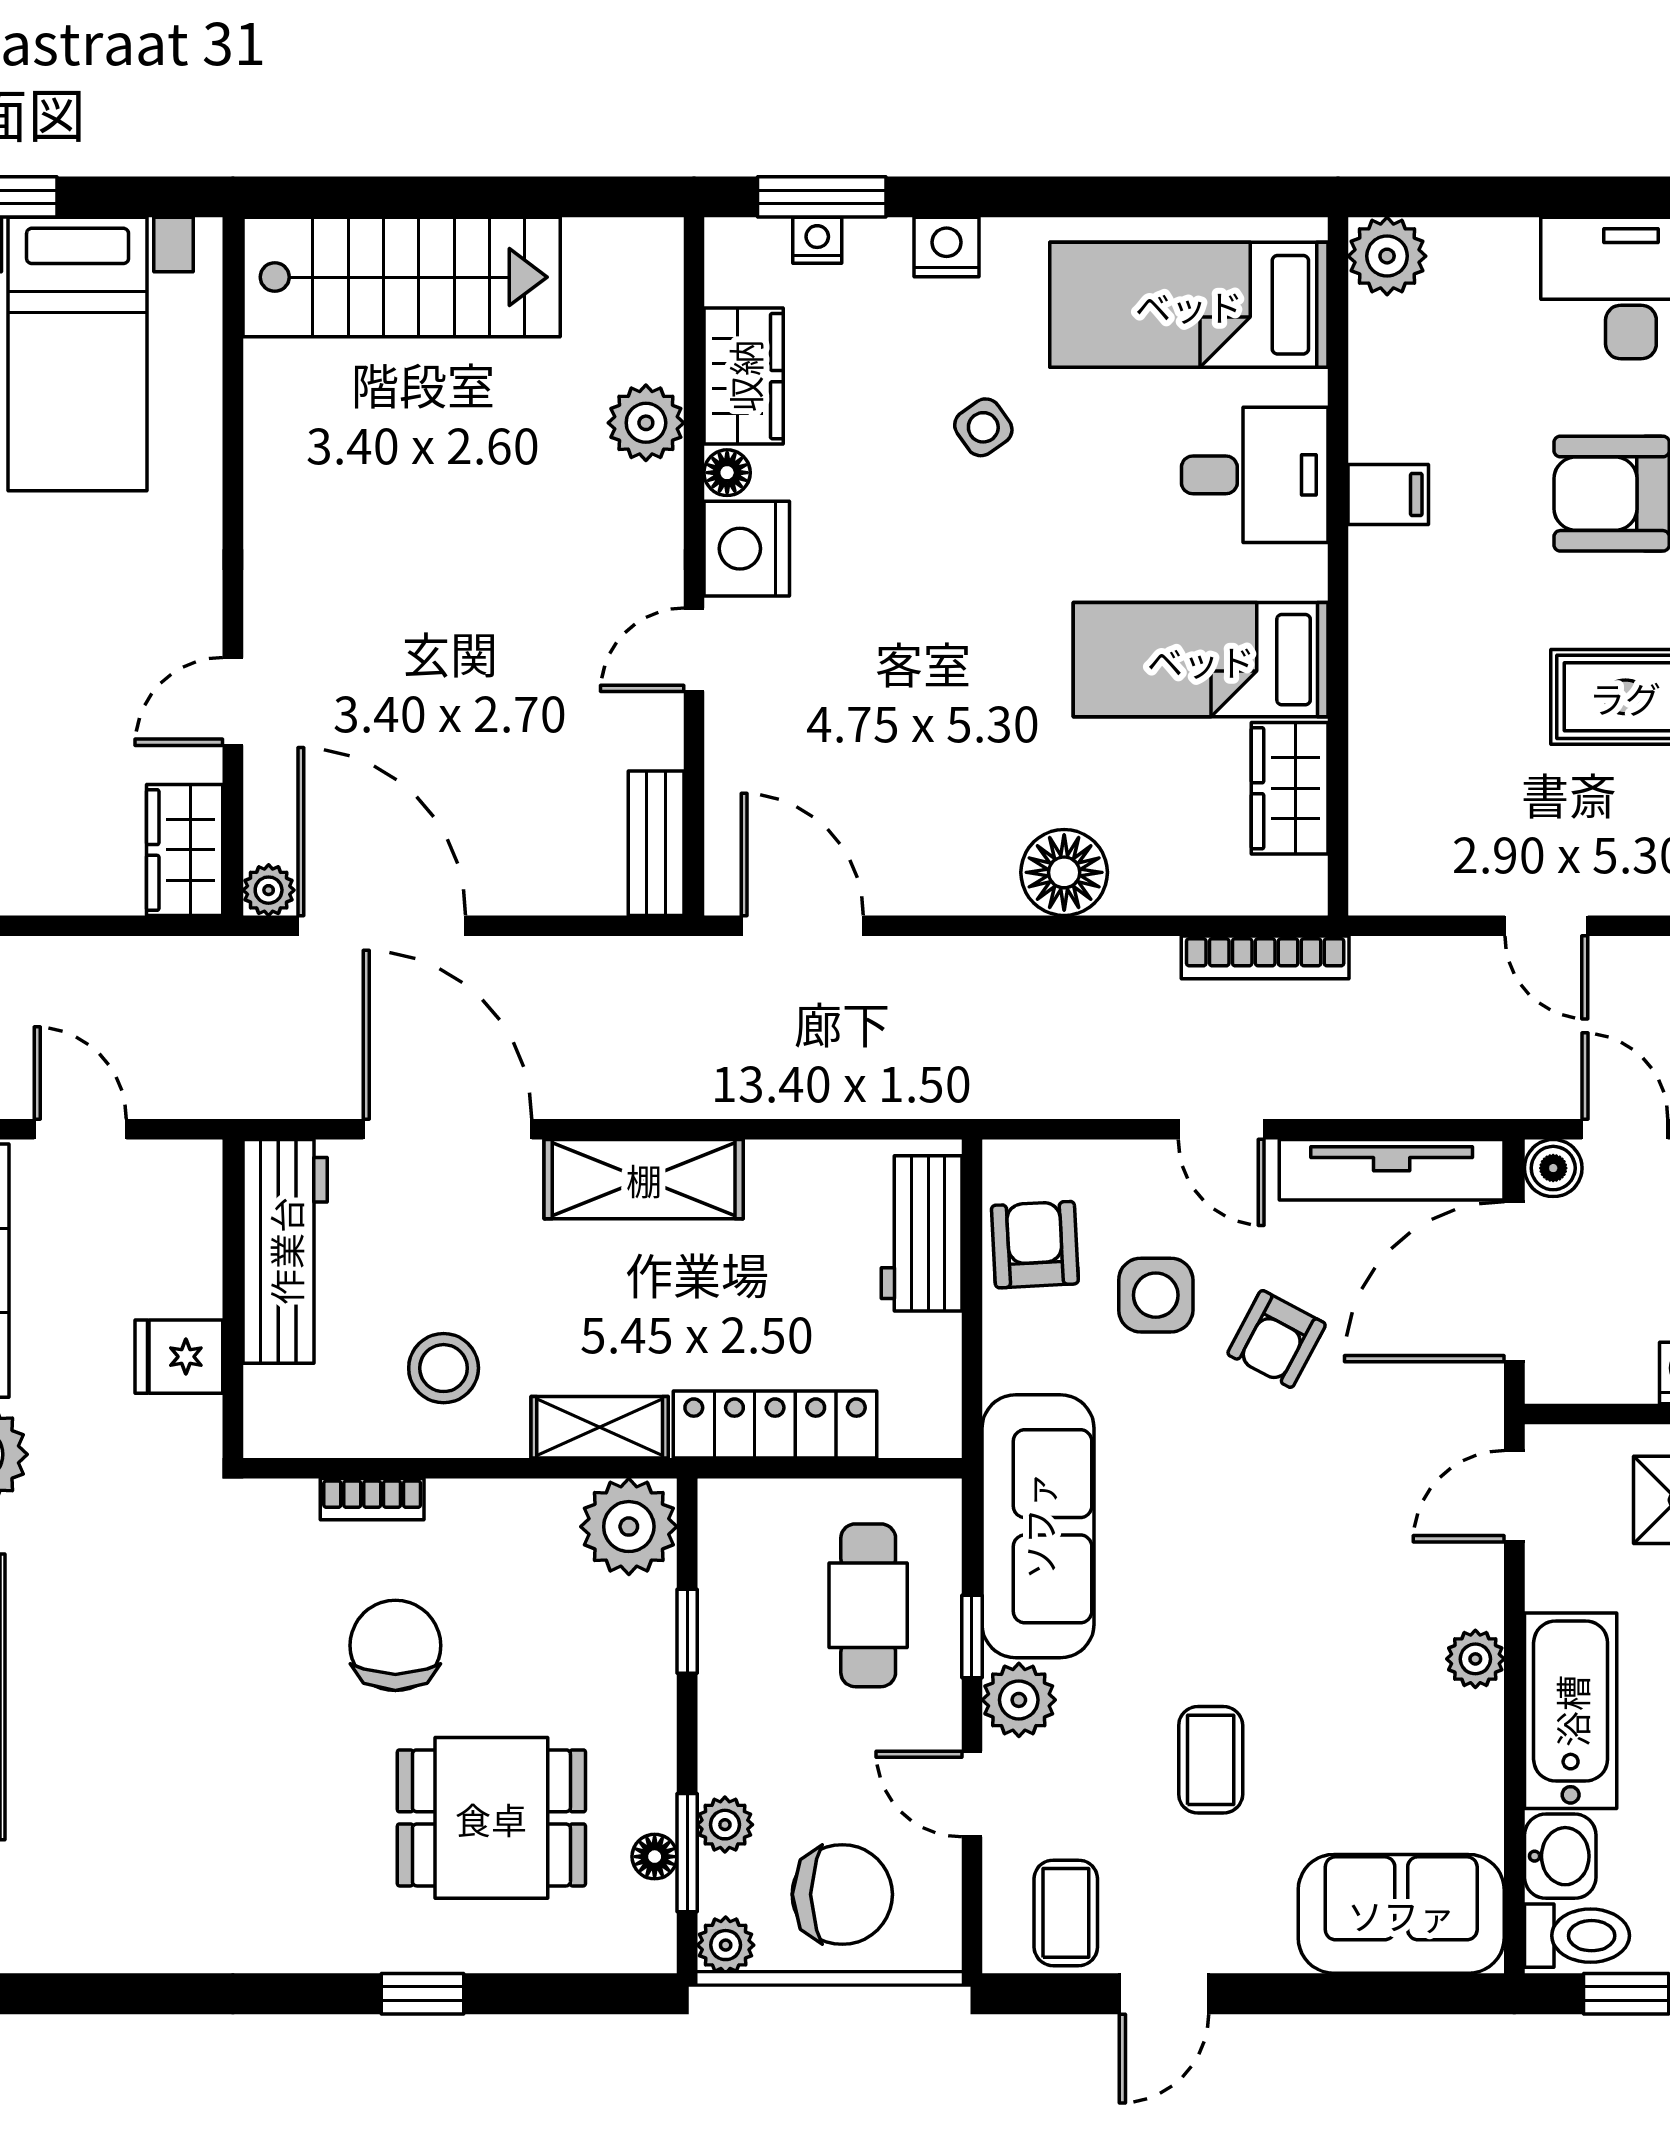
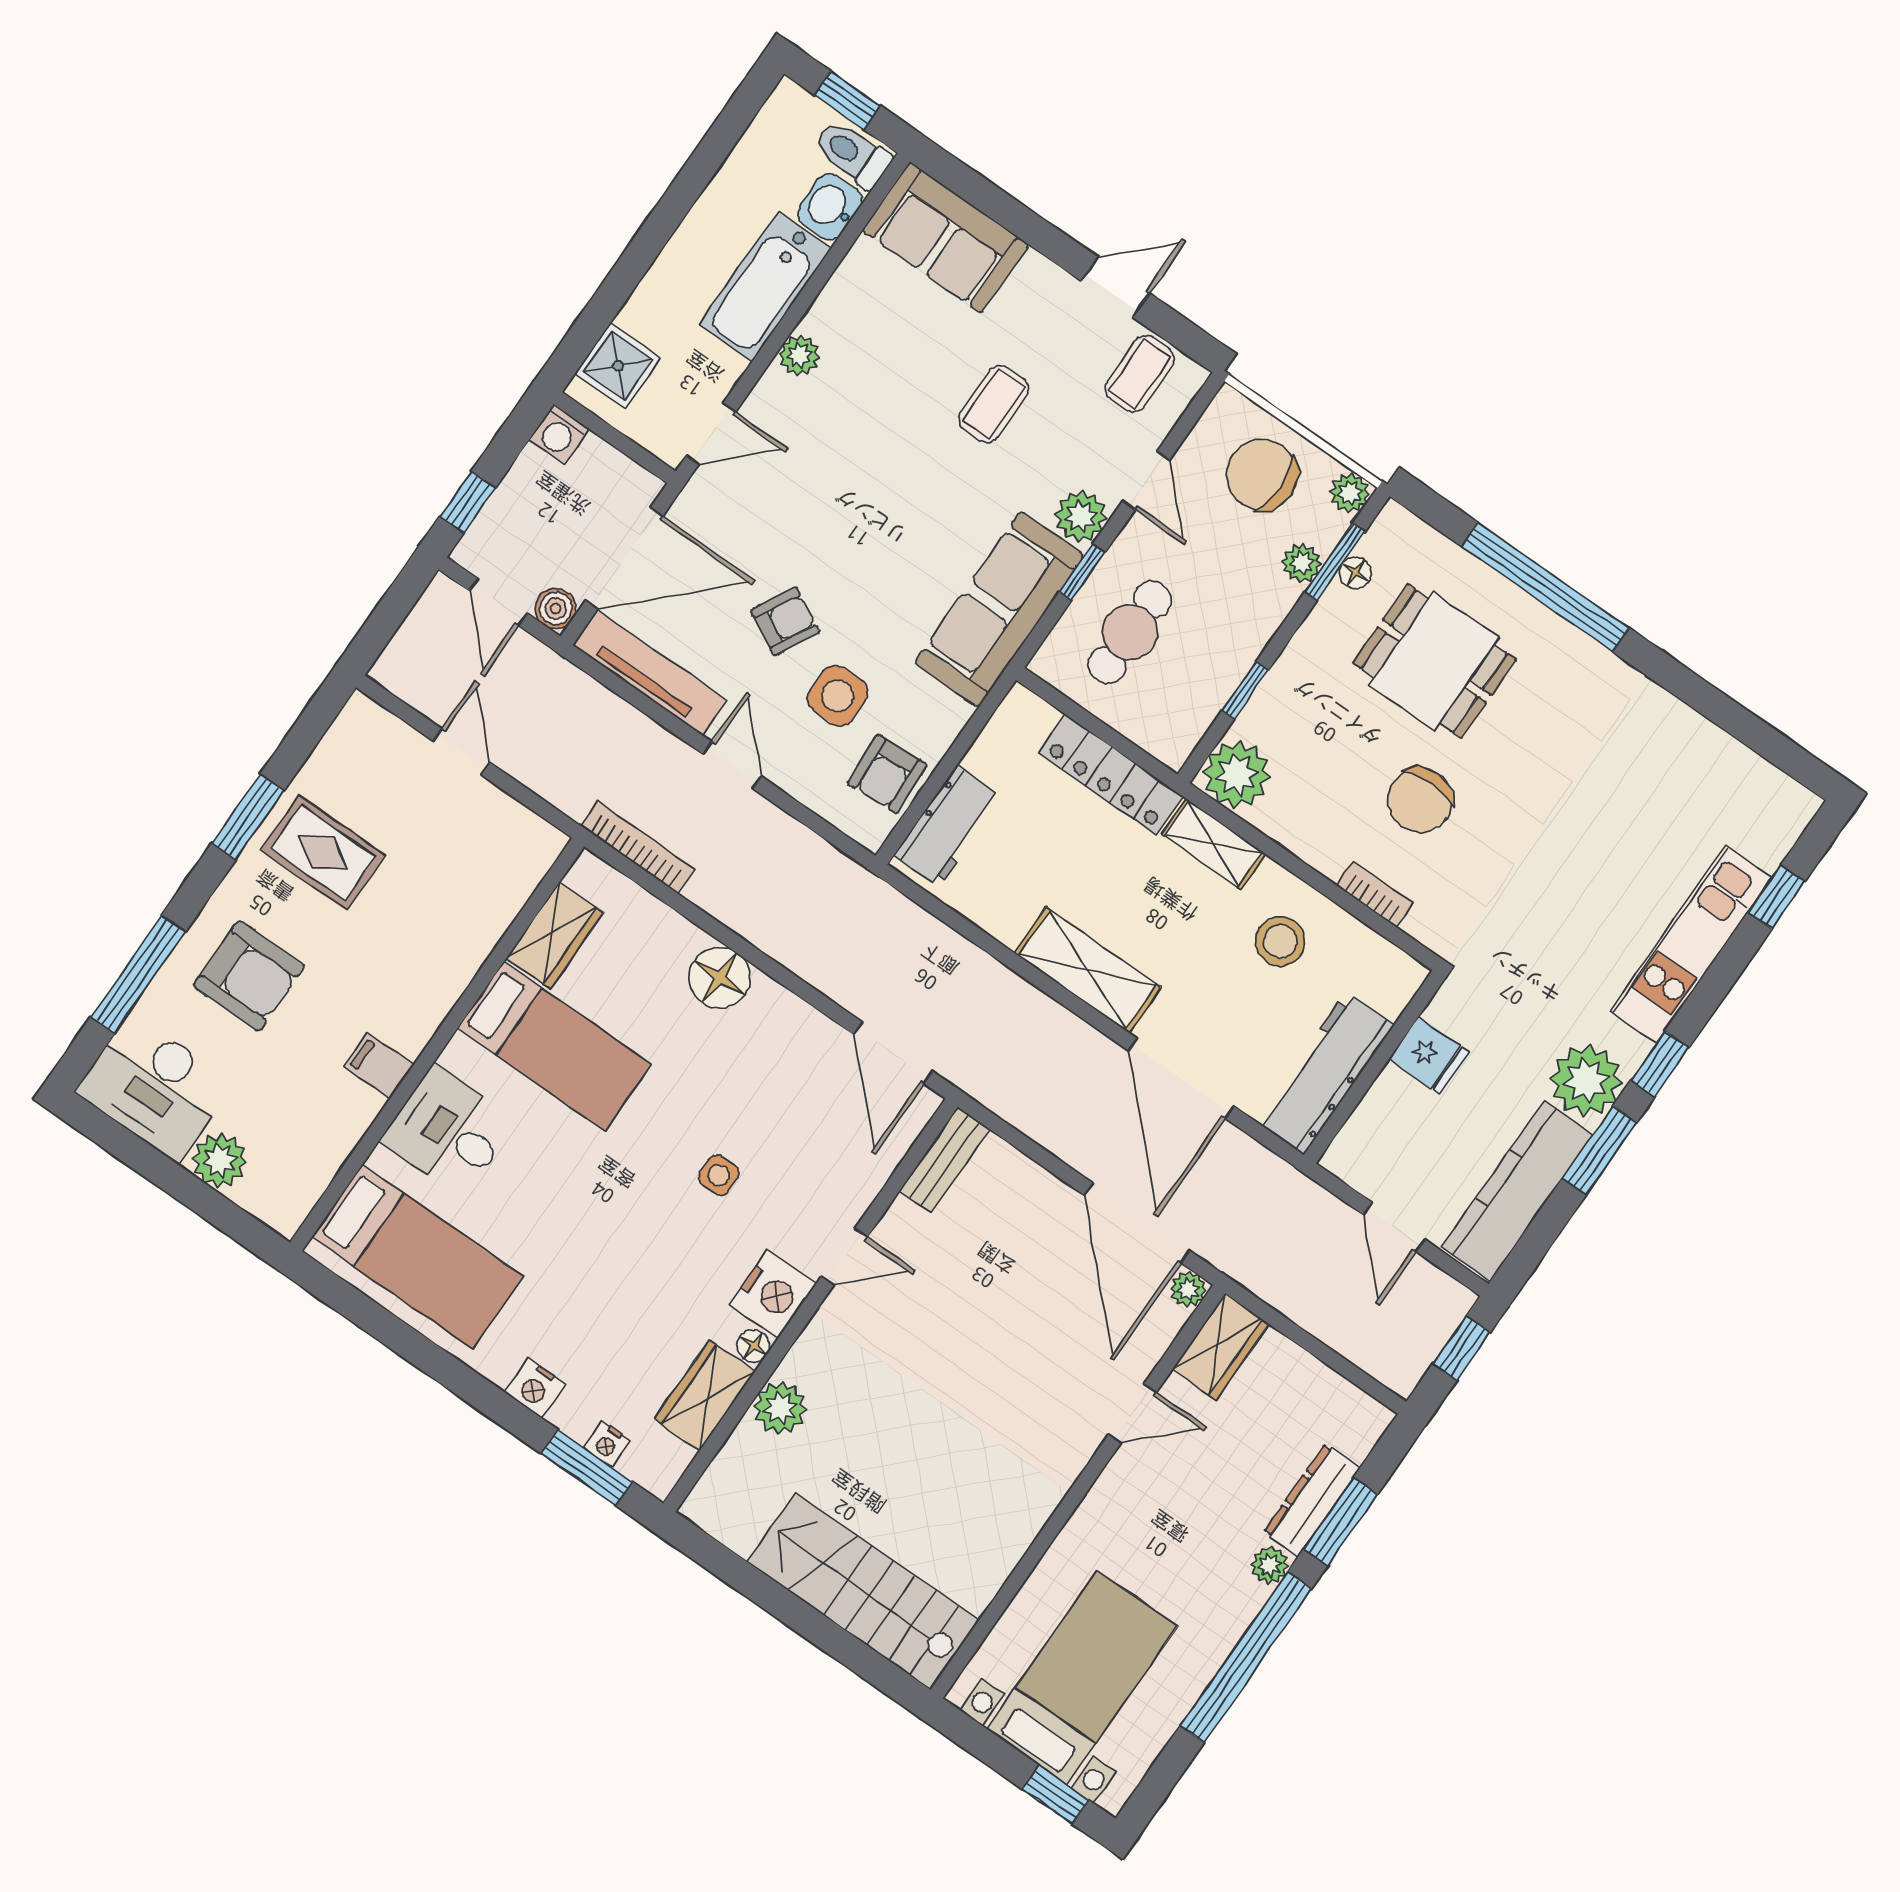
plant: (1387, 256) -> (219, 1160), moved
side table: (983, 427) -> (719, 1175), moved, turned 35
window: (423, 1994) -> (1545, 587), width x3.17

